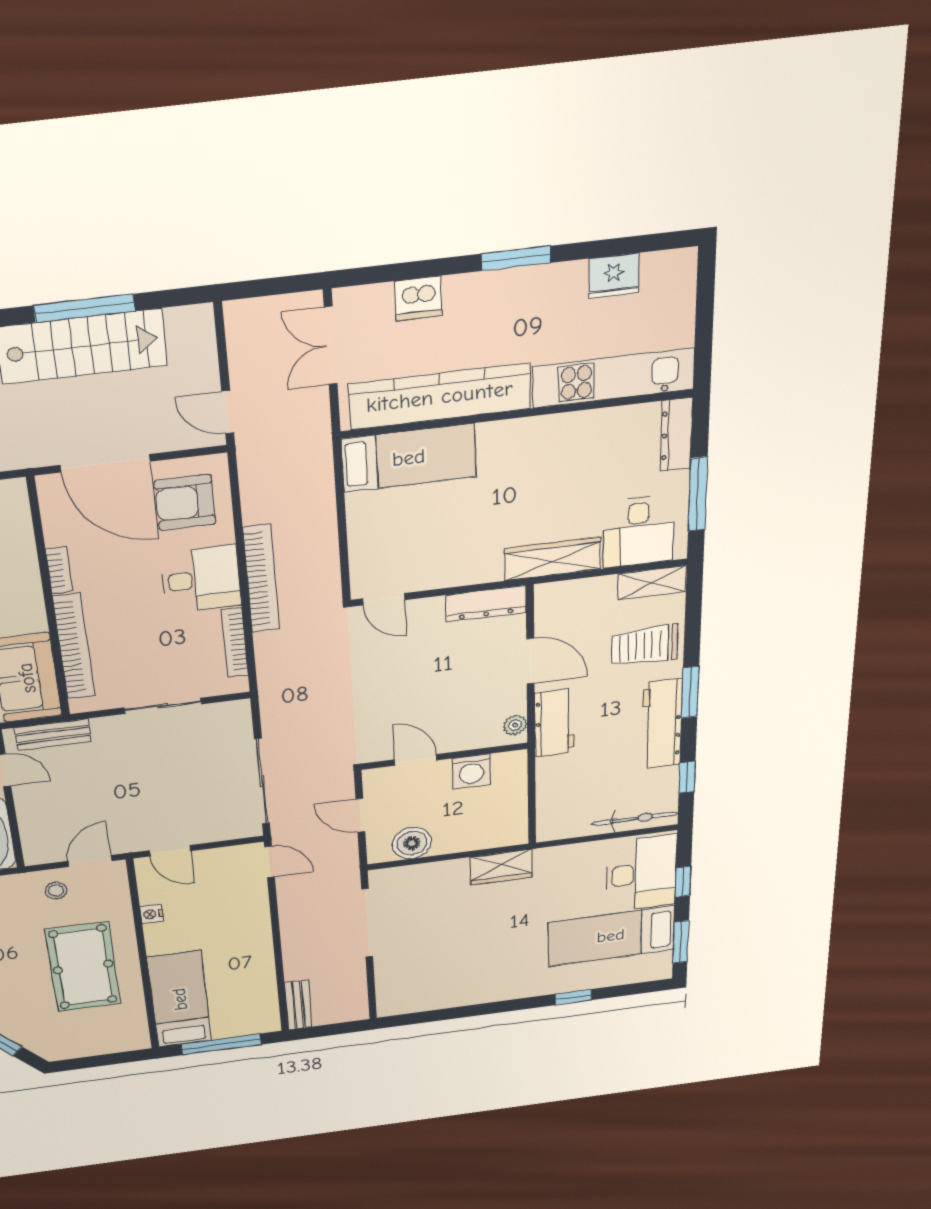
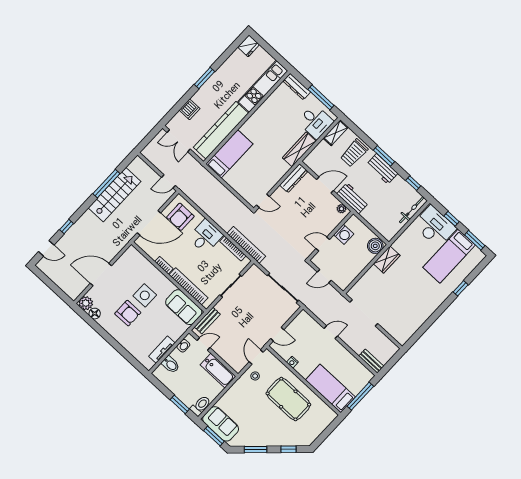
fridge: (614, 276) -> (249, 46), moved
bookcase: (261, 579) -> (246, 245), moved
workbench: (662, 724) -> (382, 169), width x0.73
boiler: (412, 843) -> (375, 246), moved
door: (269, 862) -> (331, 332), moved

